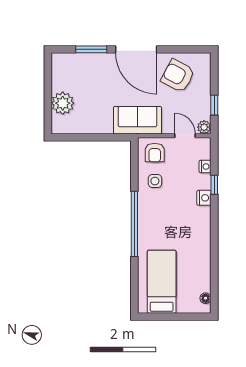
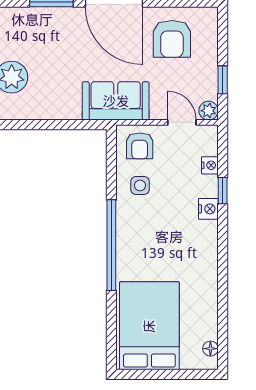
armchair: (178, 76) -> (172, 39), turned -118
bed: (162, 282) -> (149, 326), width x1.50

